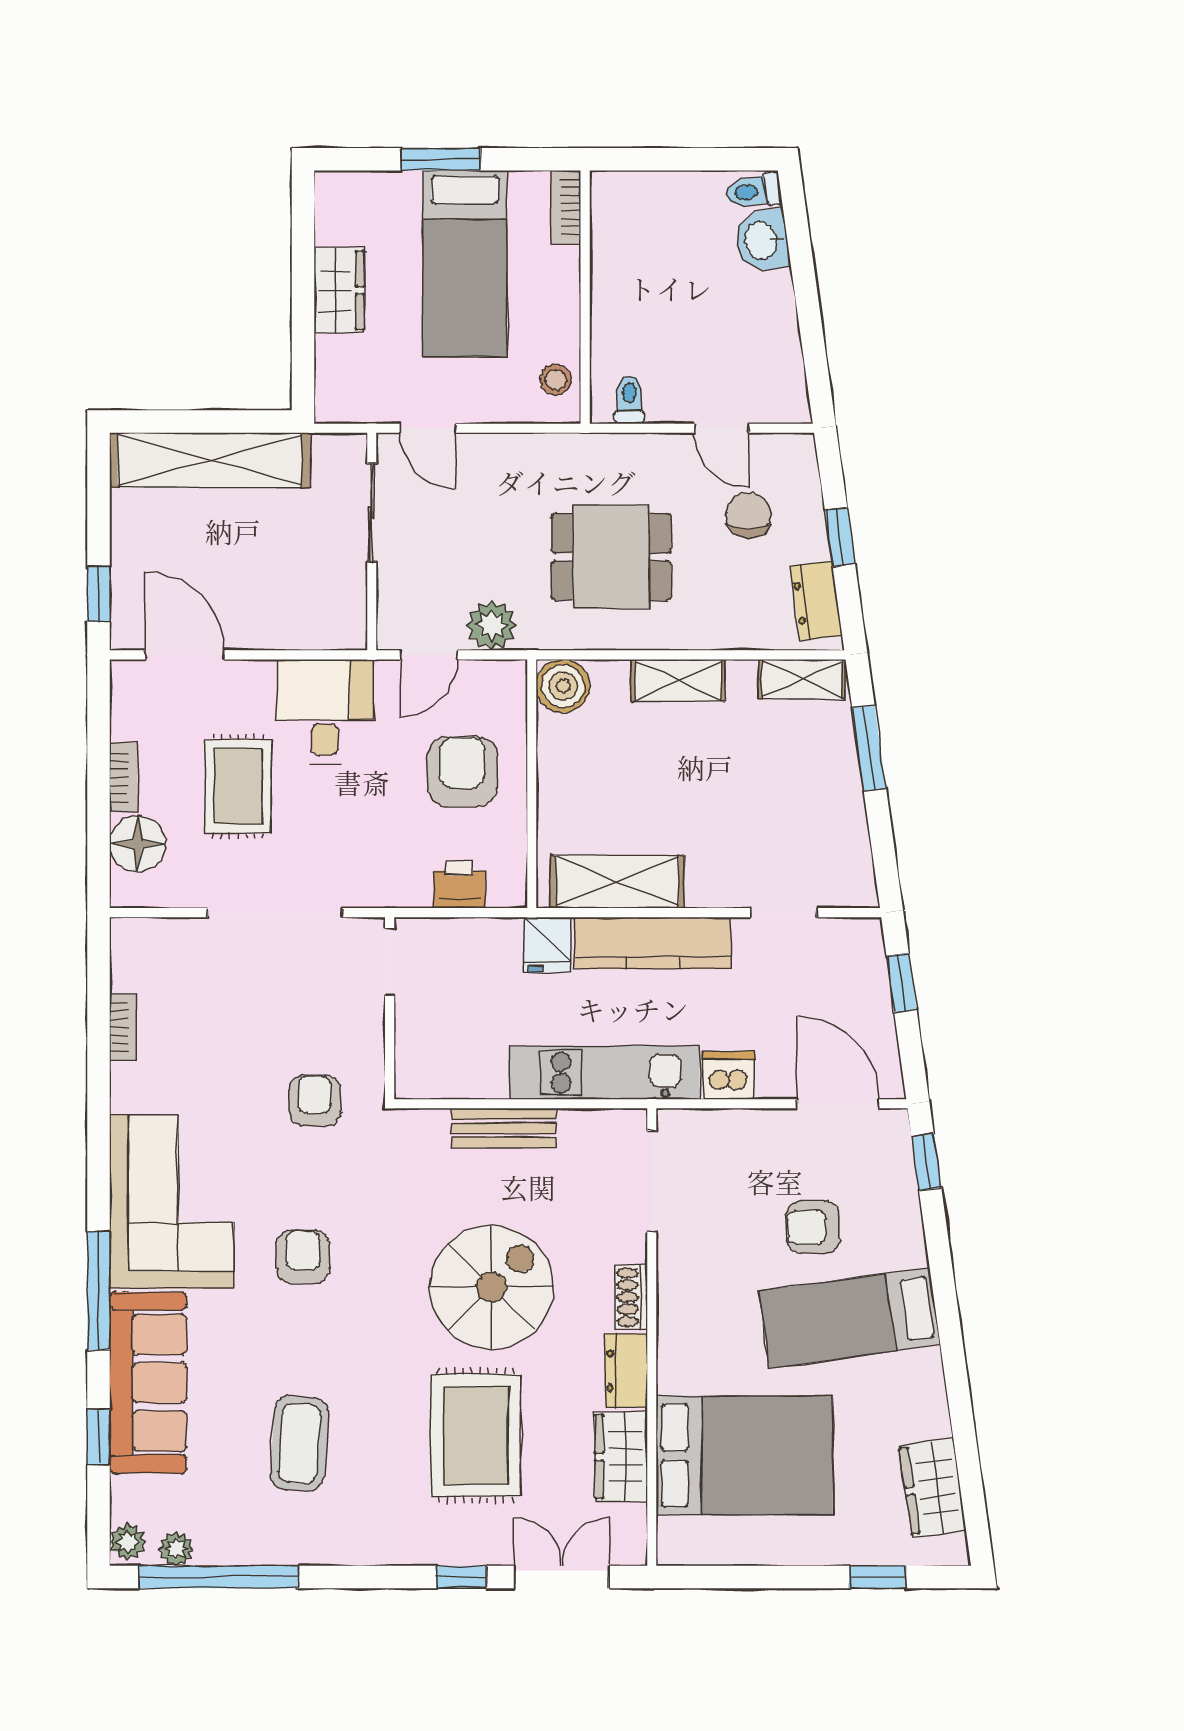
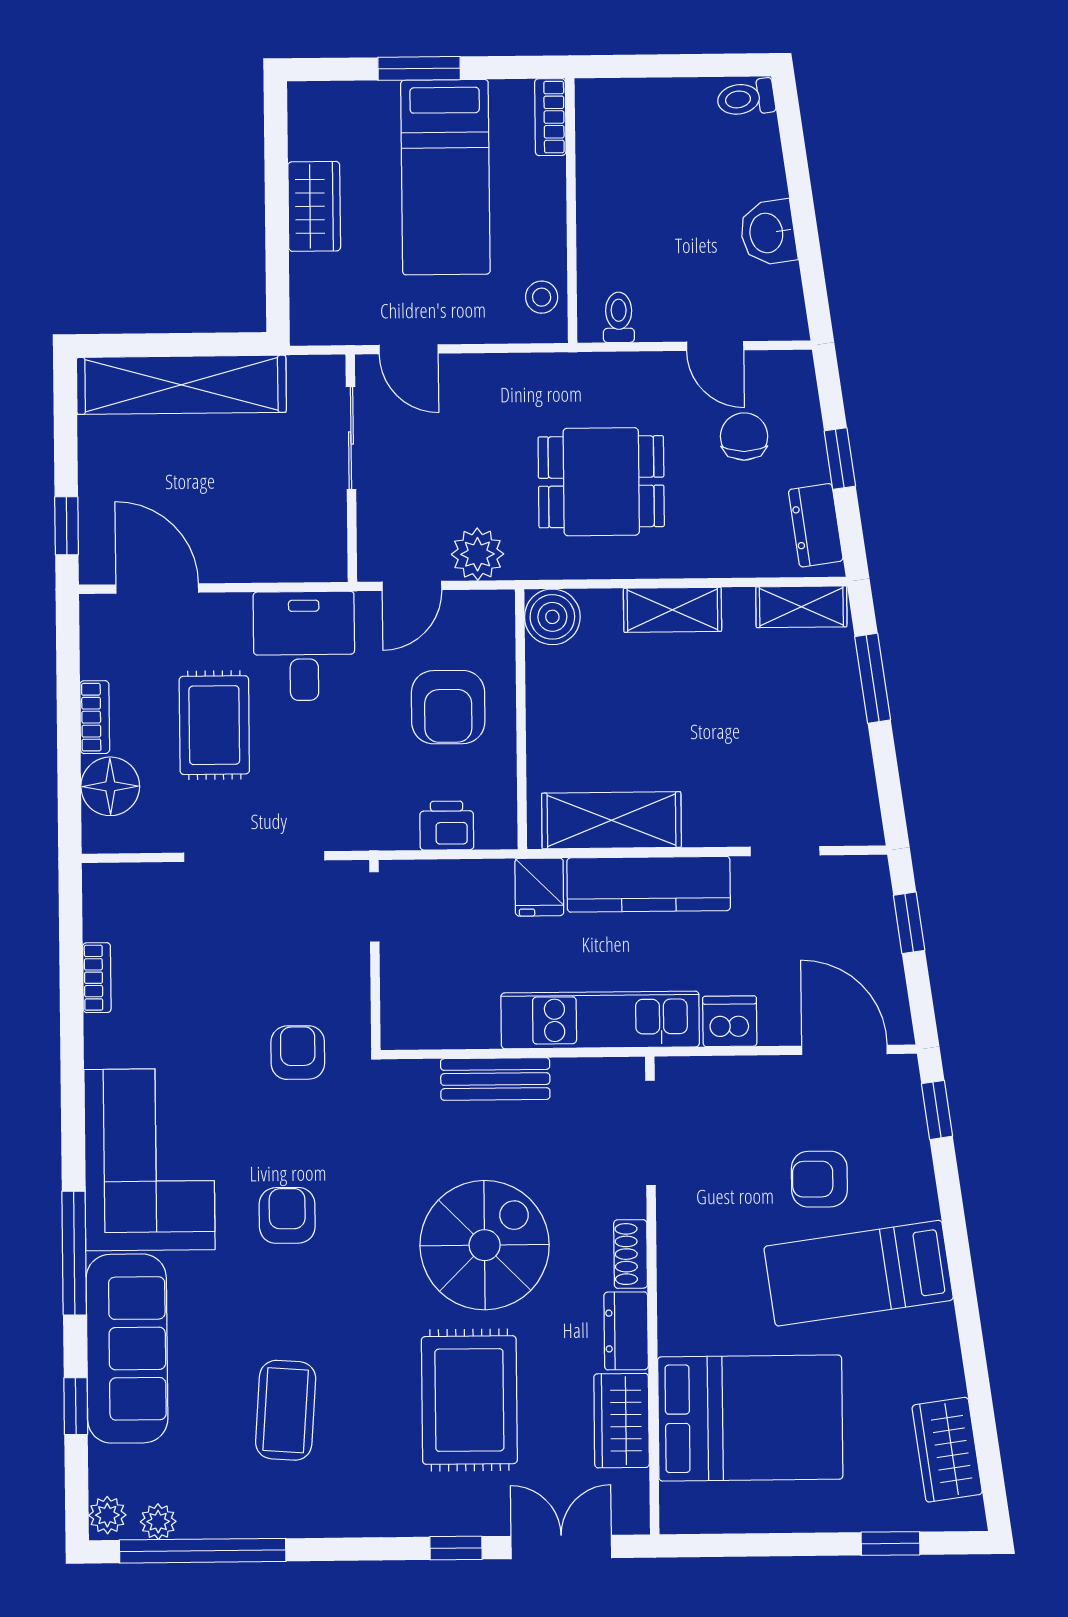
washbasin: (762, 240) -> (768, 233), moved
armchair: (462, 771) -> (448, 707), turned 180

